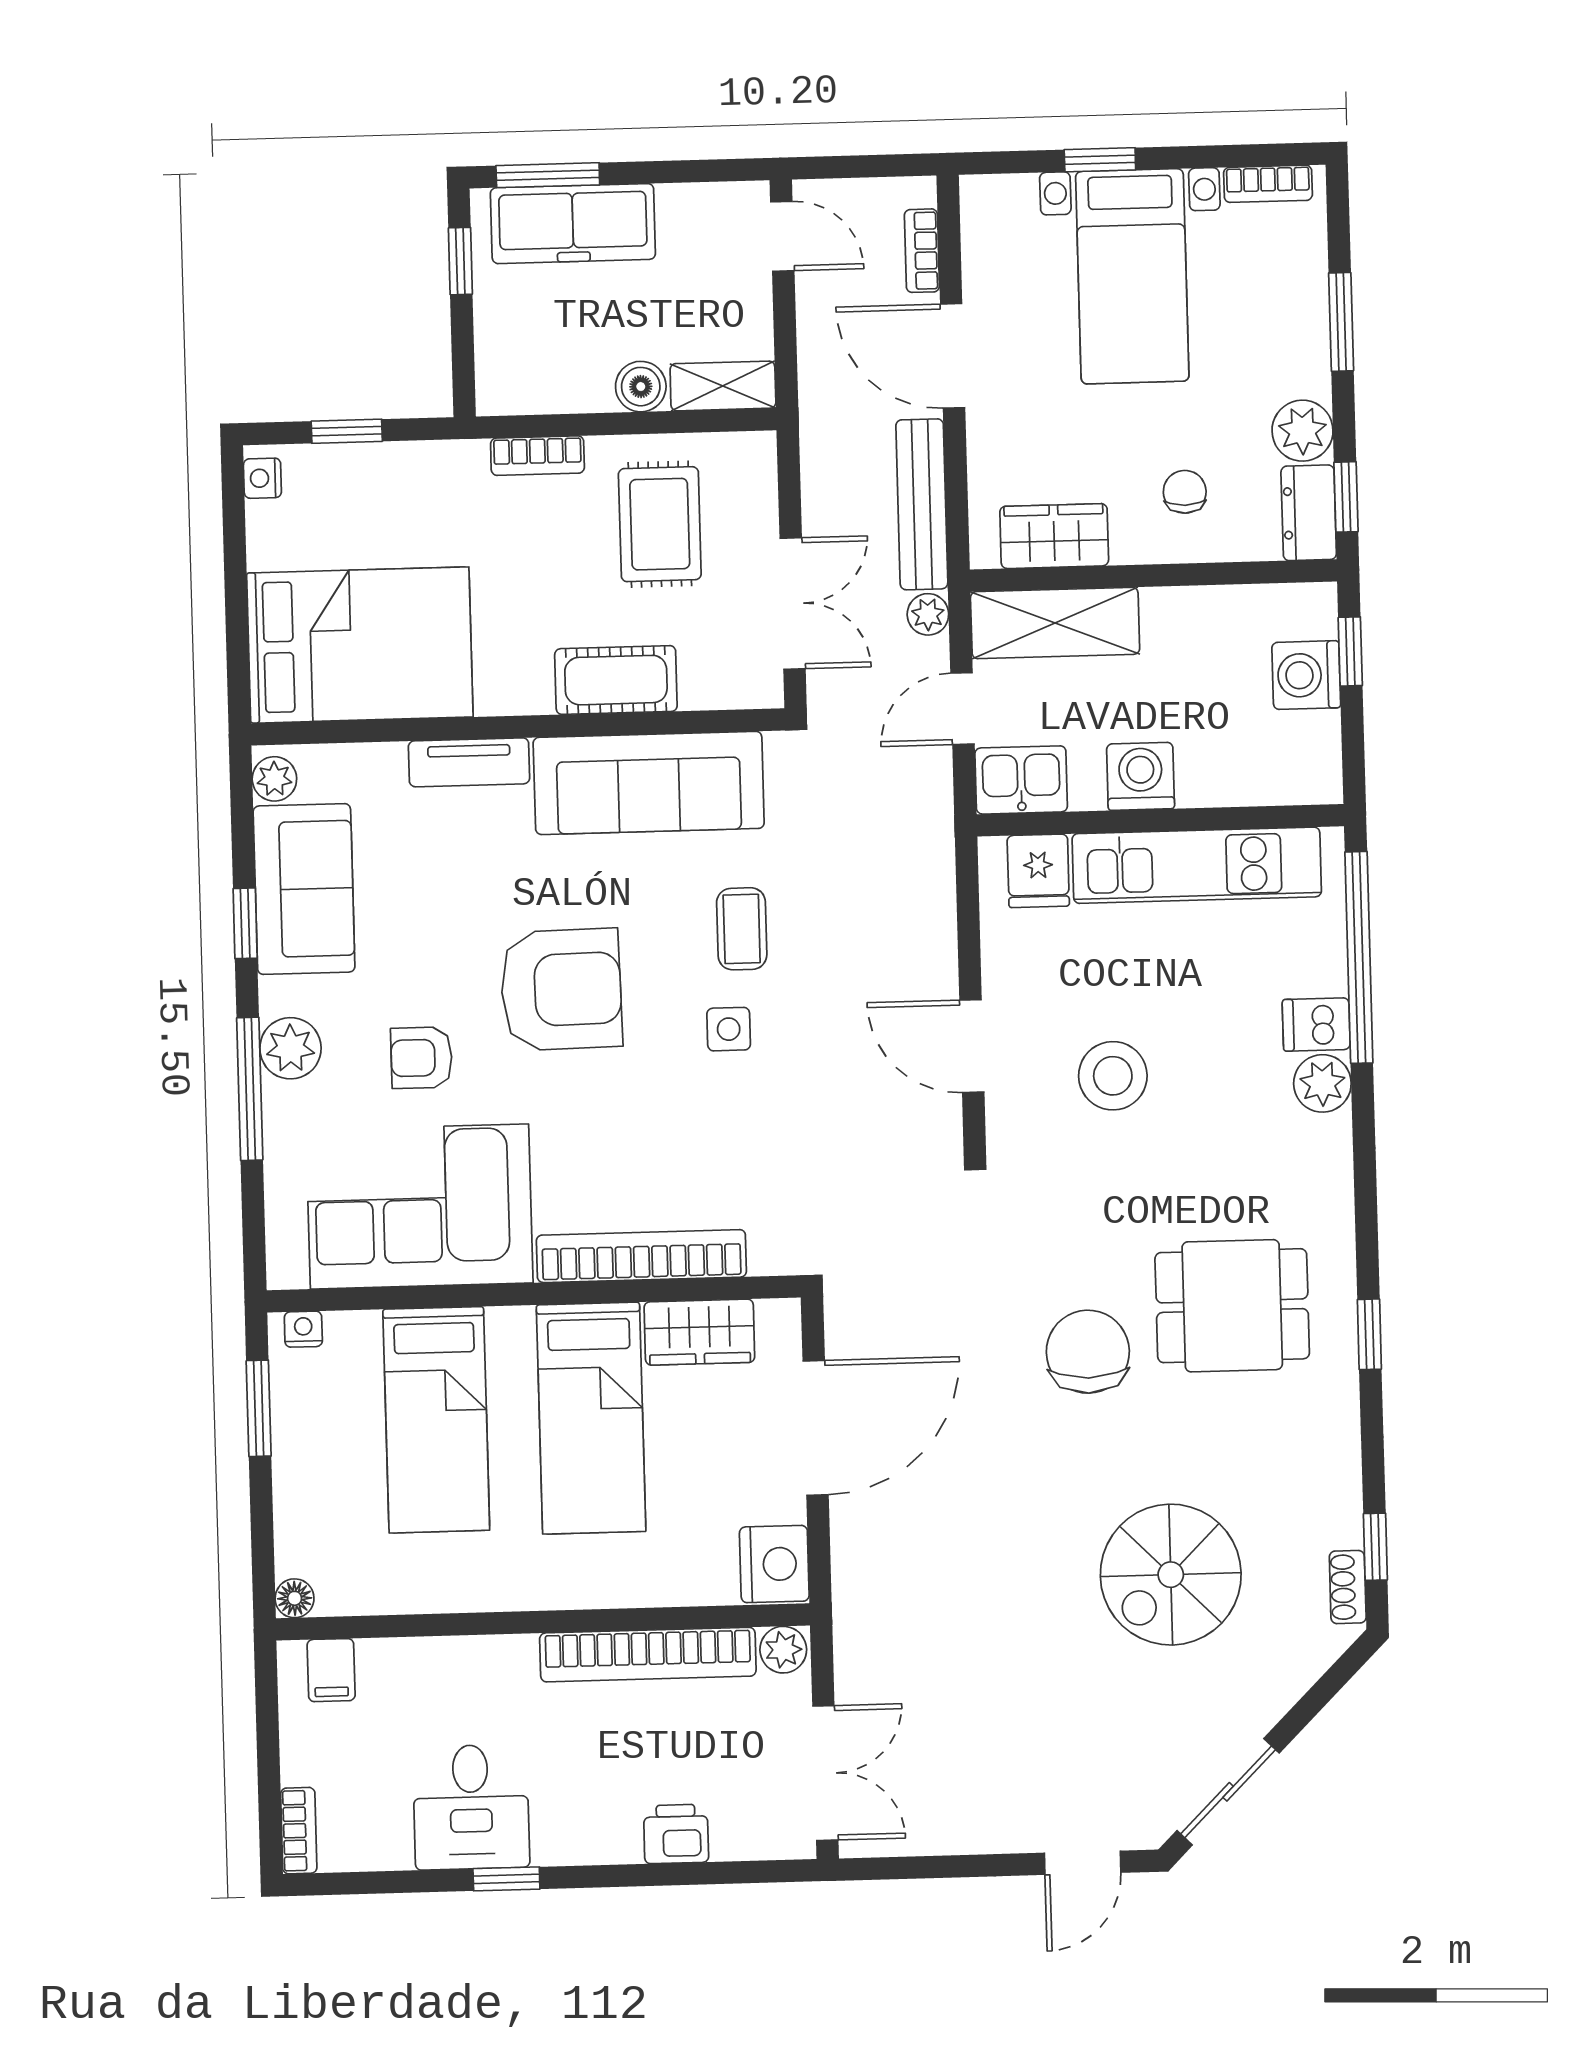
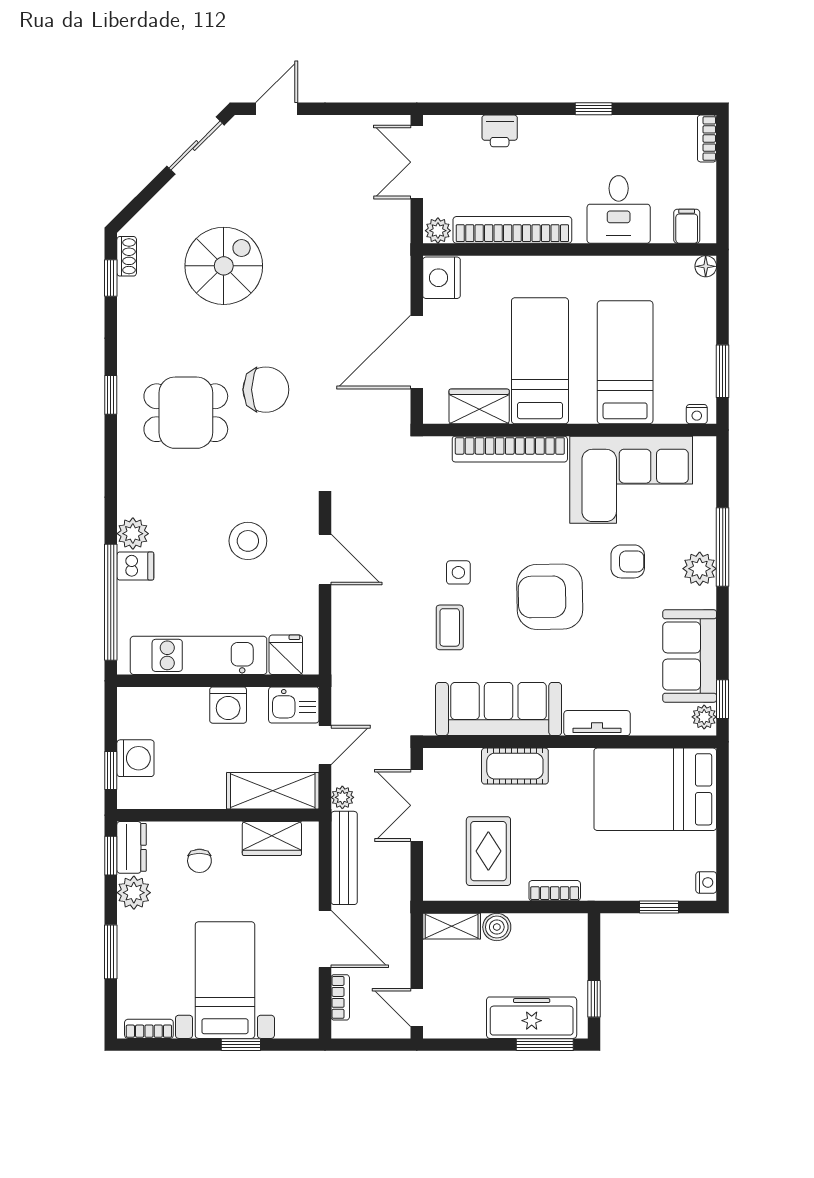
window: (245, 923) -> (723, 699), moved
chair: (1088, 1352) -> (266, 390), turned -90
desk: (471, 1807) -> (619, 209), moved, turned 180

